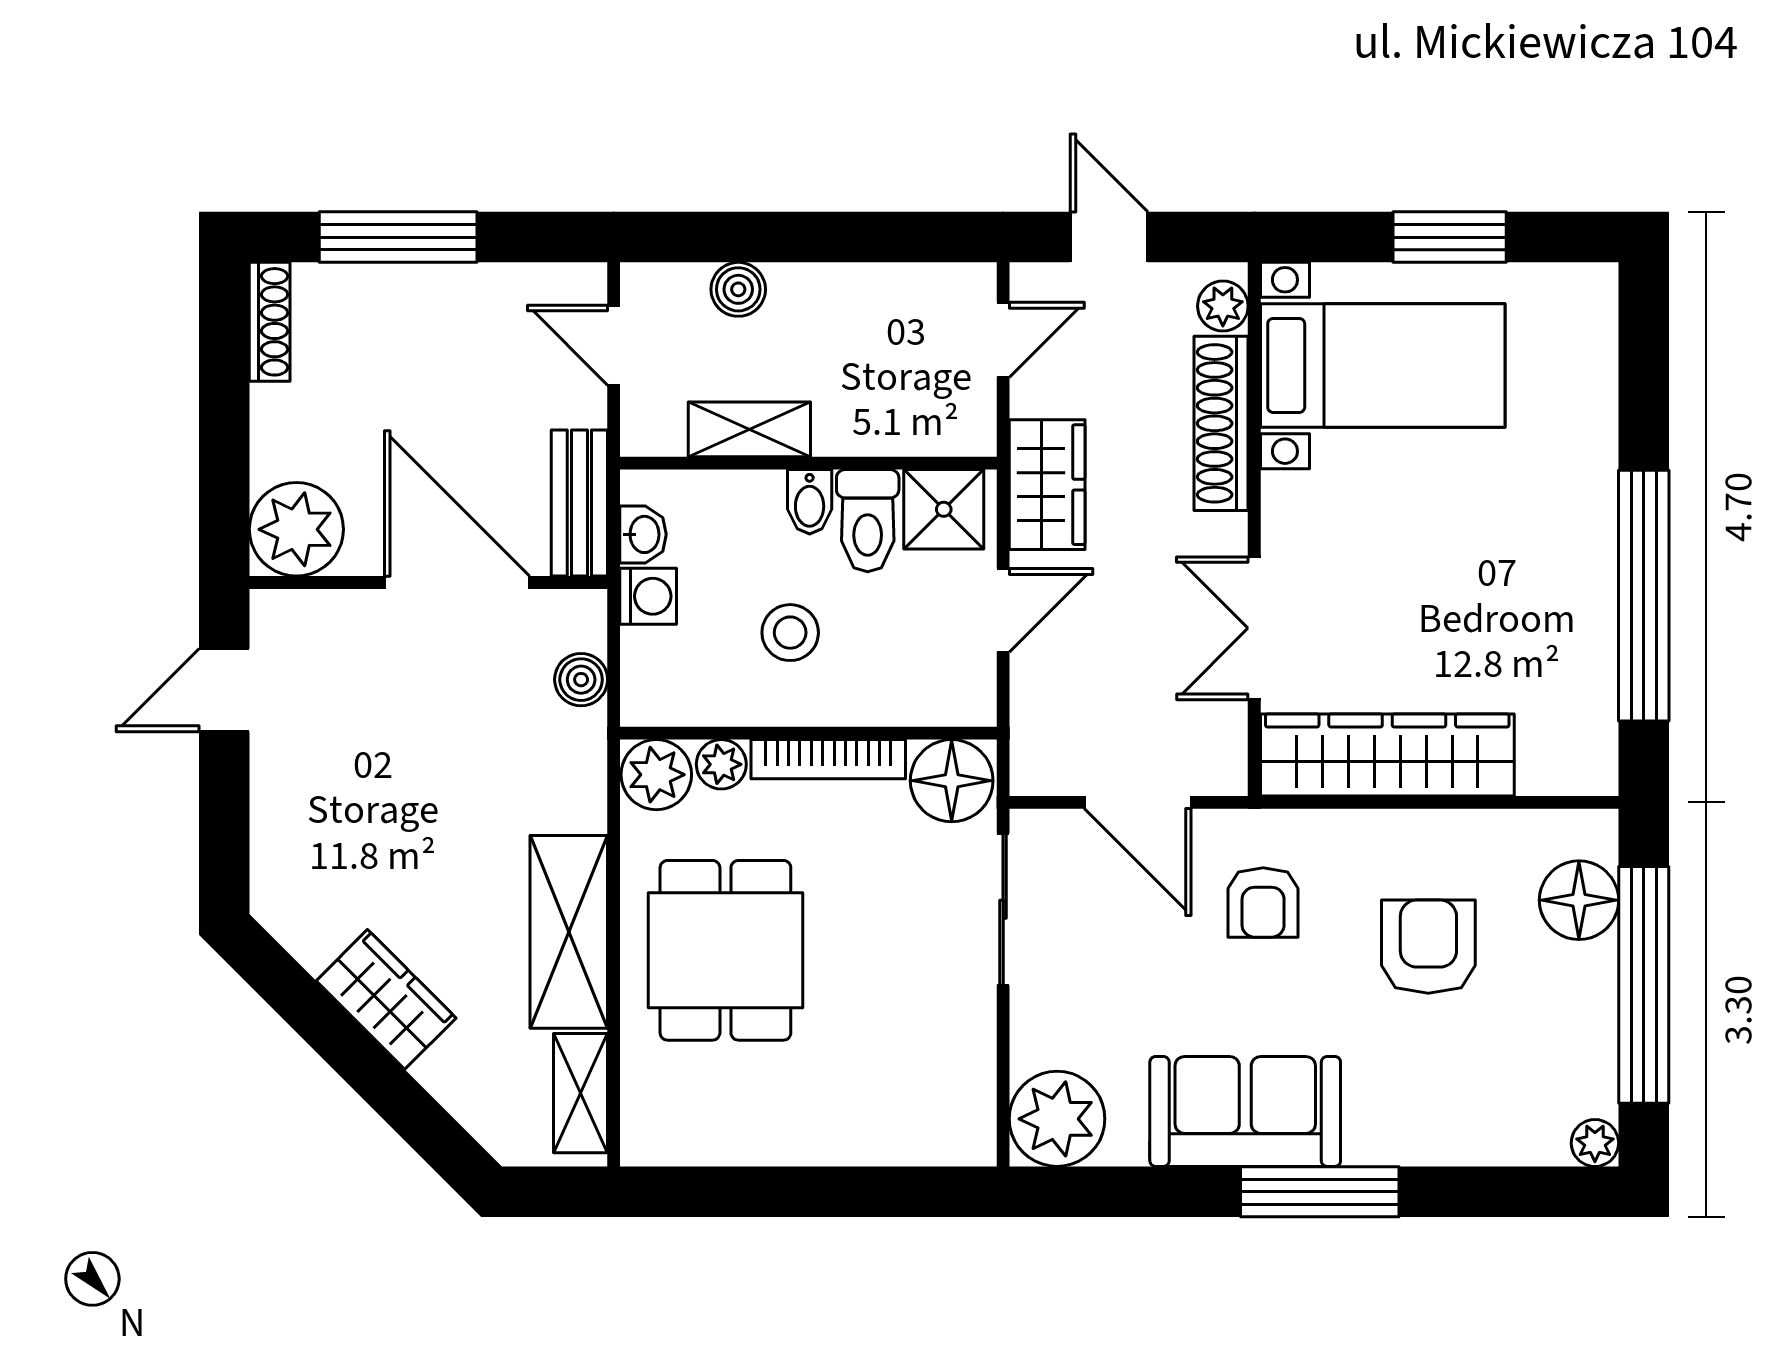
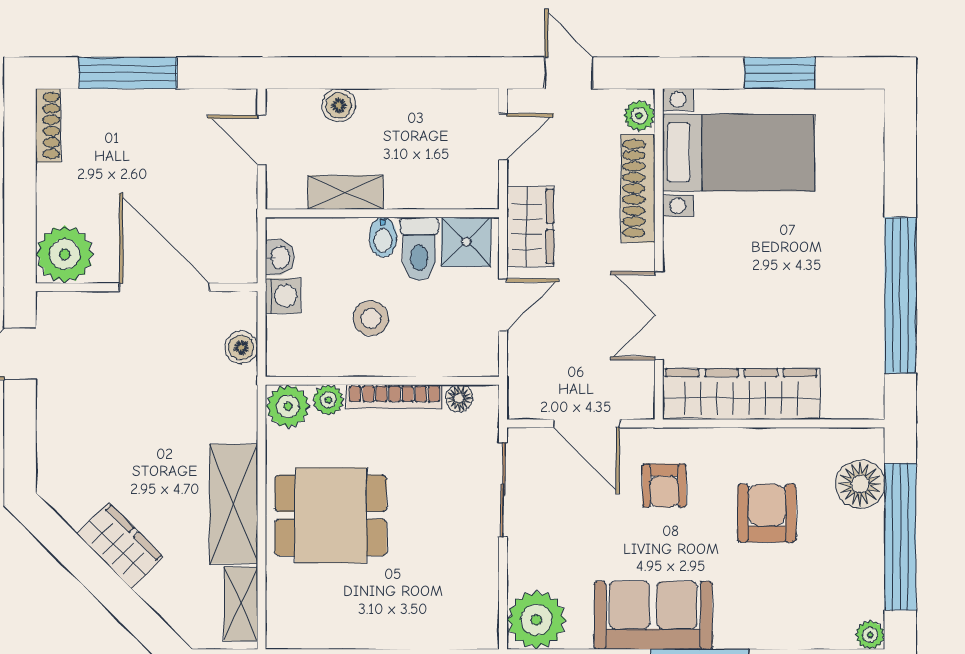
bench: (579, 503) -> (240, 238), removed
floor lamp: (952, 781) -> (459, 398), width x0.53, depth x0.53
dining table: (725, 950) -> (331, 515), turned 90

